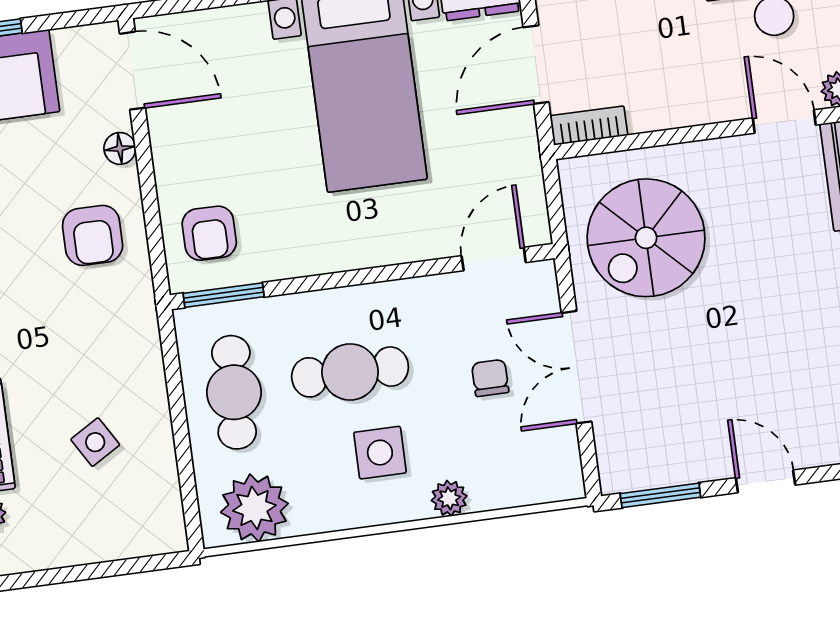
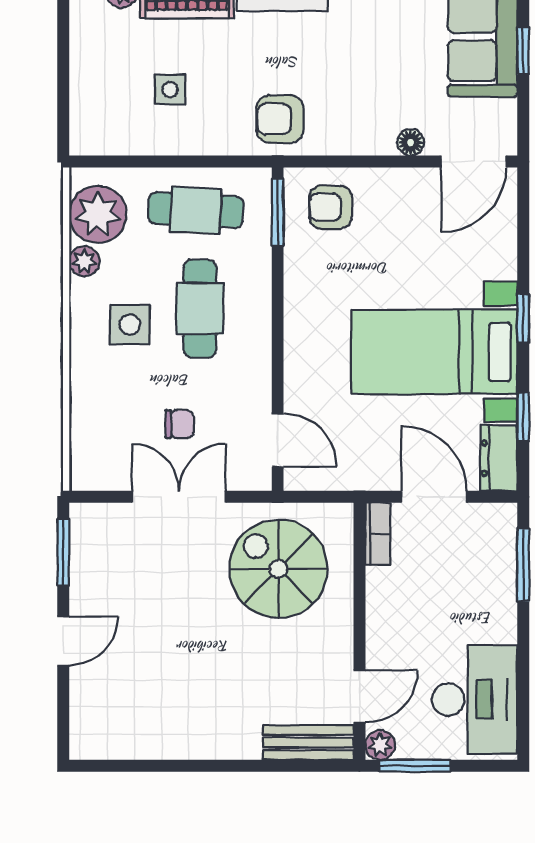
armchair: (93, 235) -> (280, 119), moved
side table: (95, 442) -> (170, 90), turned 31
plant: (449, 498) -> (84, 261), moved

